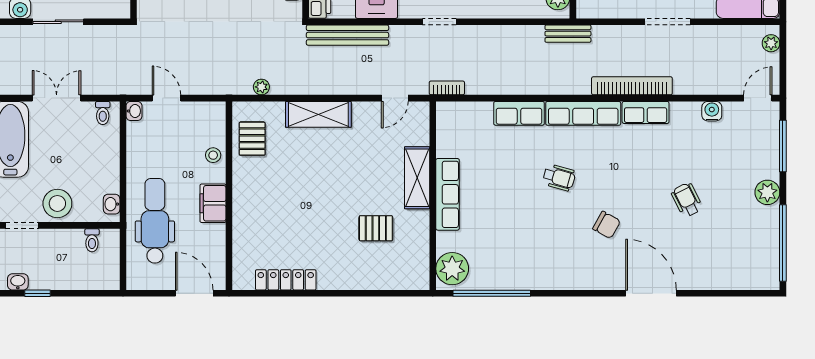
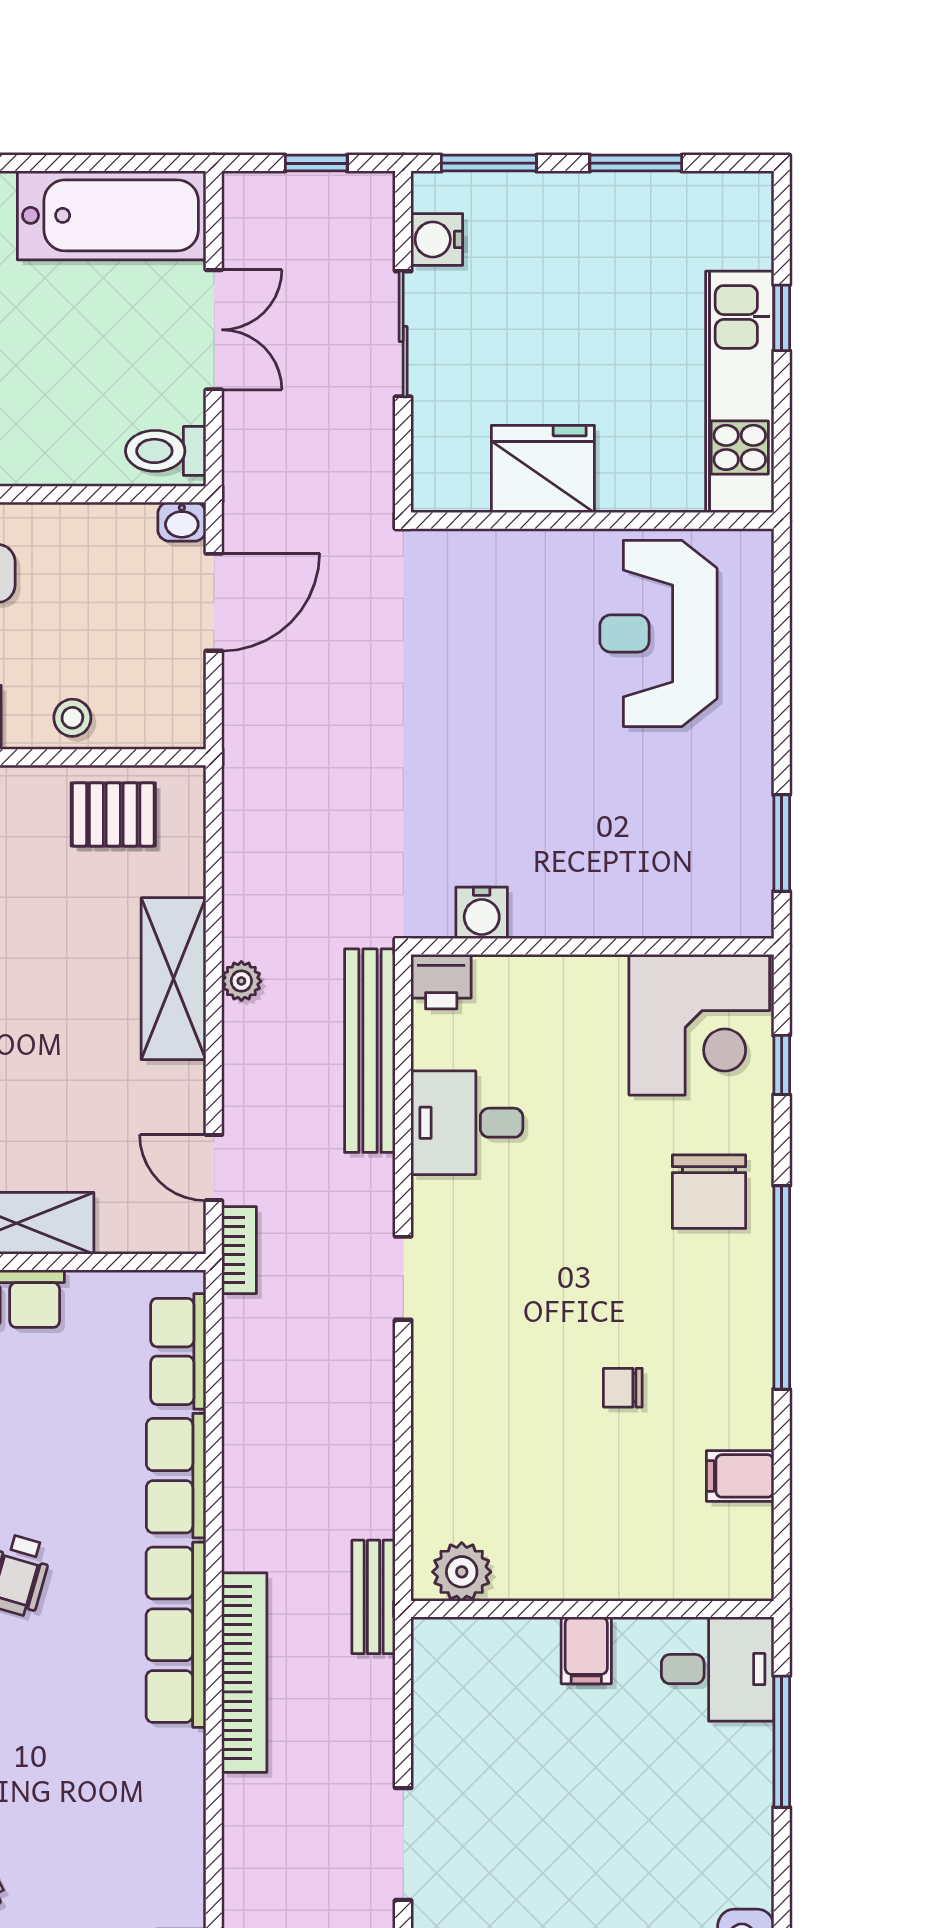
bookcase: (632, 86) -> (244, 1673), moved
plant: (261, 87) -> (241, 981), moved
bookcase: (447, 88) -> (239, 1250), moved
door: (166, 98) -> (214, 602), width x1.38
row of seats: (646, 112) -> (178, 1351), moved
toilet: (103, 113) -> (166, 451), width x1.37, depth x1.39

